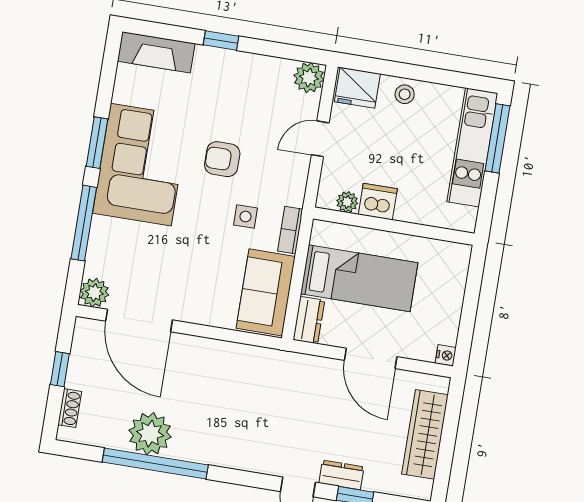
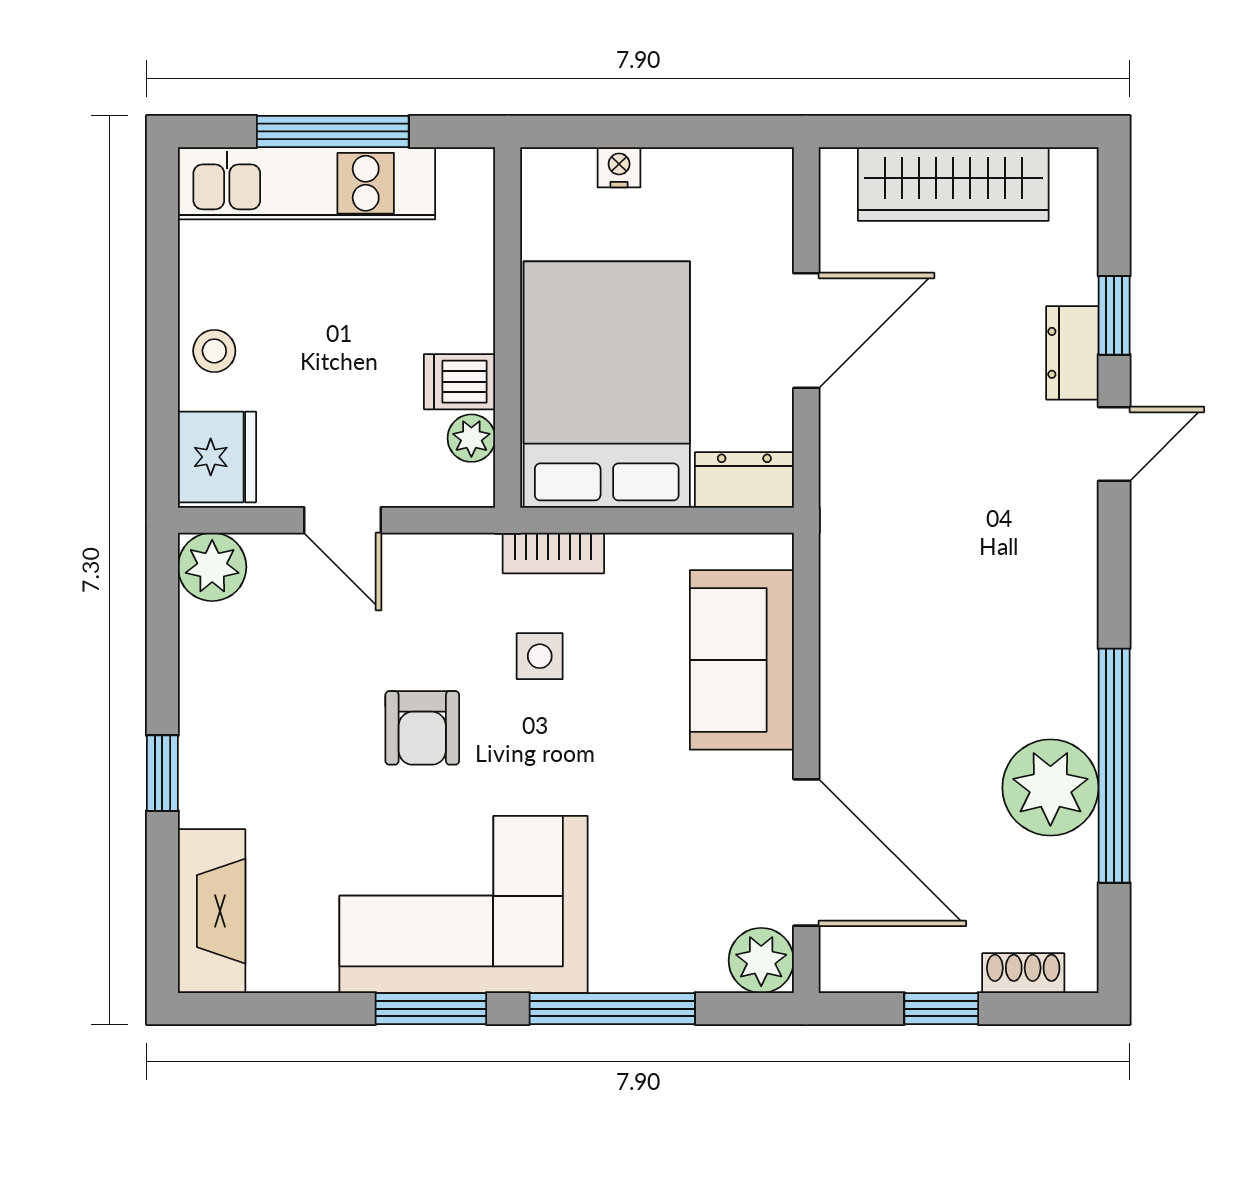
window: (497, 138) -> (333, 131), moved
dishwasher: (378, 202) -> (460, 382), width x0.73
bed: (359, 278) -> (607, 385), width x1.50
sofa: (266, 292) -> (742, 660), moved, turned 90
door: (139, 321) -> (806, 852), hinge flipped
nightstand: (446, 355) -> (619, 167), moved

